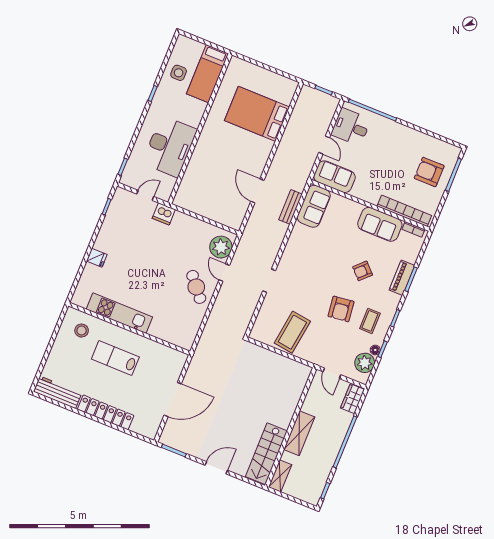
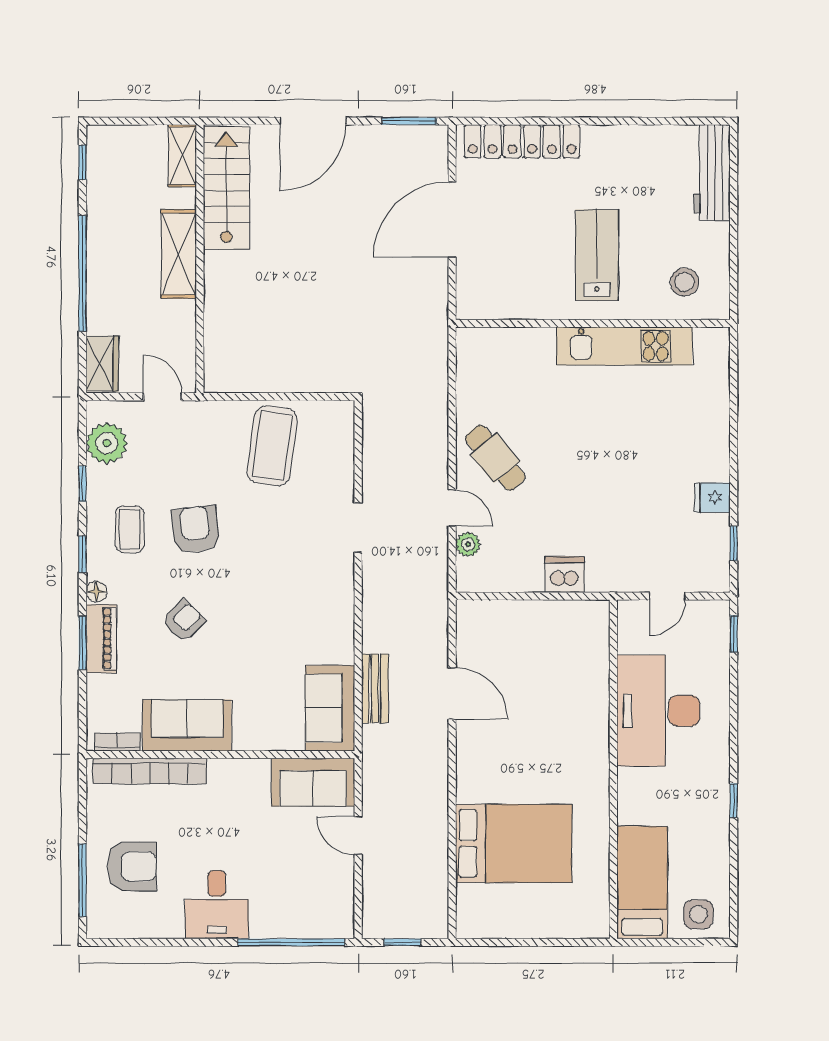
side table: (179, 73) -> (698, 914), moved
desk: (351, 127) -> (217, 905), moved, turned 90
dishwasher: (164, 214) -> (565, 575), moved
plant: (221, 247) -> (468, 544), width x0.53, depth x0.53
fridge: (97, 258) -> (712, 498), moved
floor lamp: (375, 350) -> (96, 592), moved
lab bench: (115, 358) -> (597, 255), turned -90
workbench: (58, 392) -> (712, 173), moved, turned 90
locker: (106, 412) -> (522, 141), moved
door: (216, 468) -> (313, 121), width x1.36

